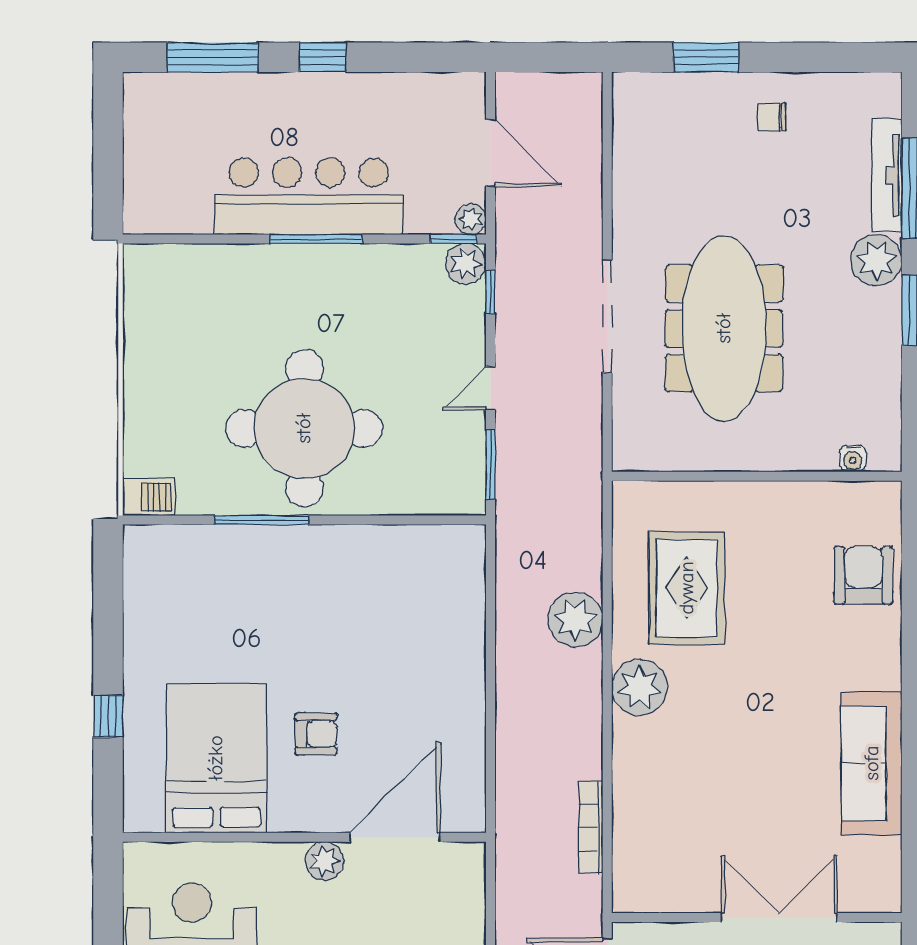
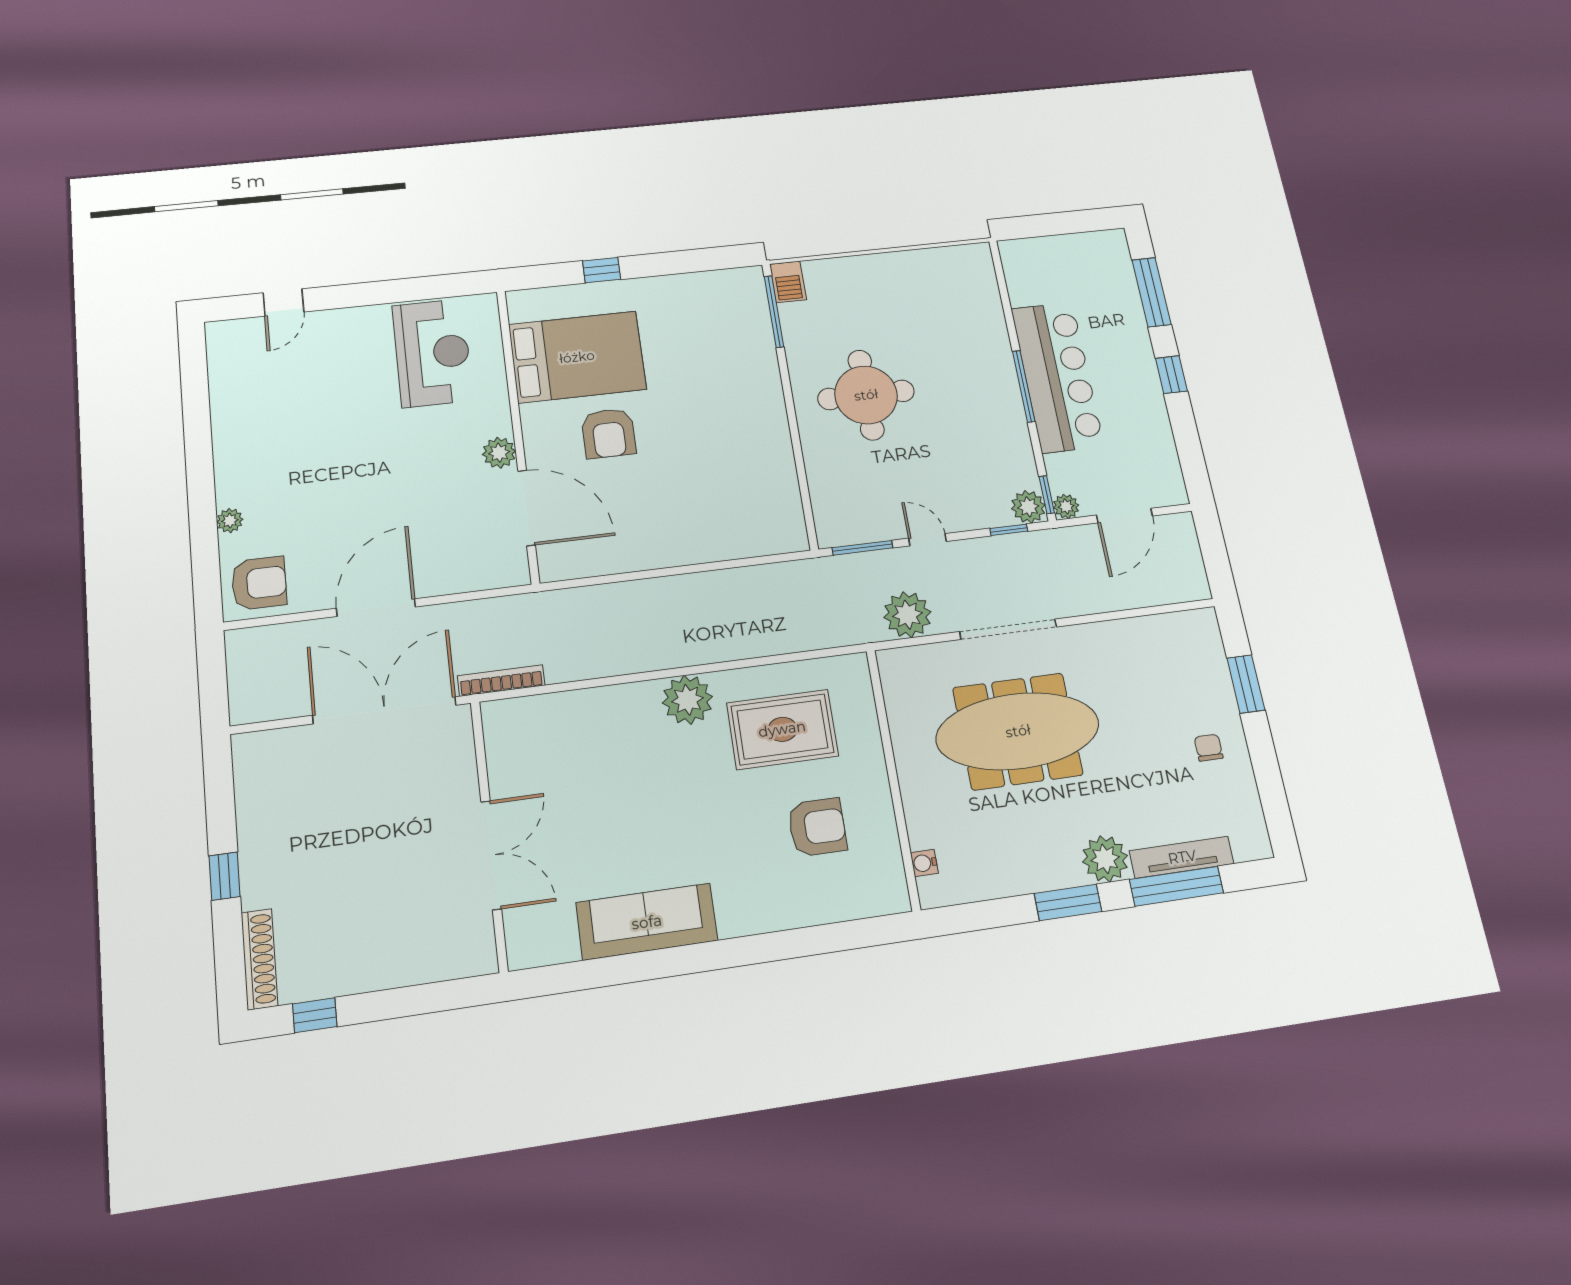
round table: (304, 428) -> (866, 395), width x0.73, depth x0.73
window: (262, 520) -> (774, 312), moved
armchair: (863, 575) -> (817, 827), moved
plant: (575, 620) -> (907, 615), moved
armchair: (316, 734) -> (609, 433), width x1.38, depth x1.38
bookcase: (591, 827) -> (501, 681), moved

